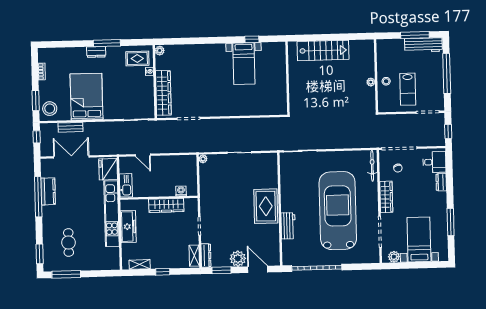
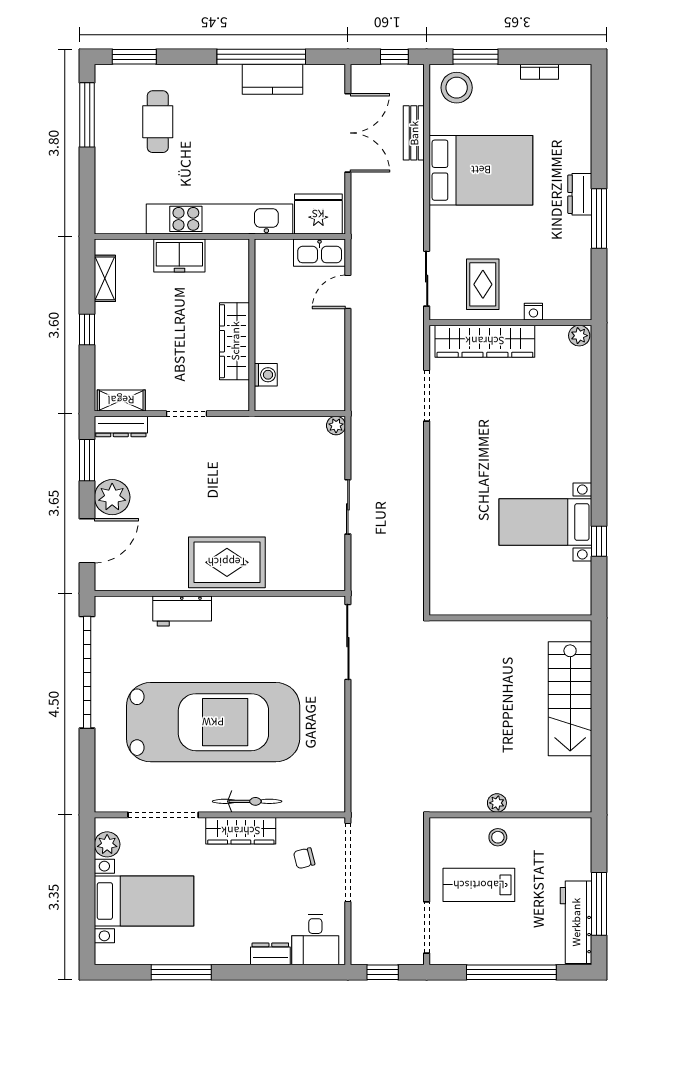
rug: (137, 59) -> (483, 284), moved
bicycle: (372, 166) -> (247, 801), moved
kitchen sink: (126, 185) -> (320, 253), moved
freezer: (128, 227) -> (179, 256), width x0.71
cafe table: (69, 243) -> (158, 122), turned 90

